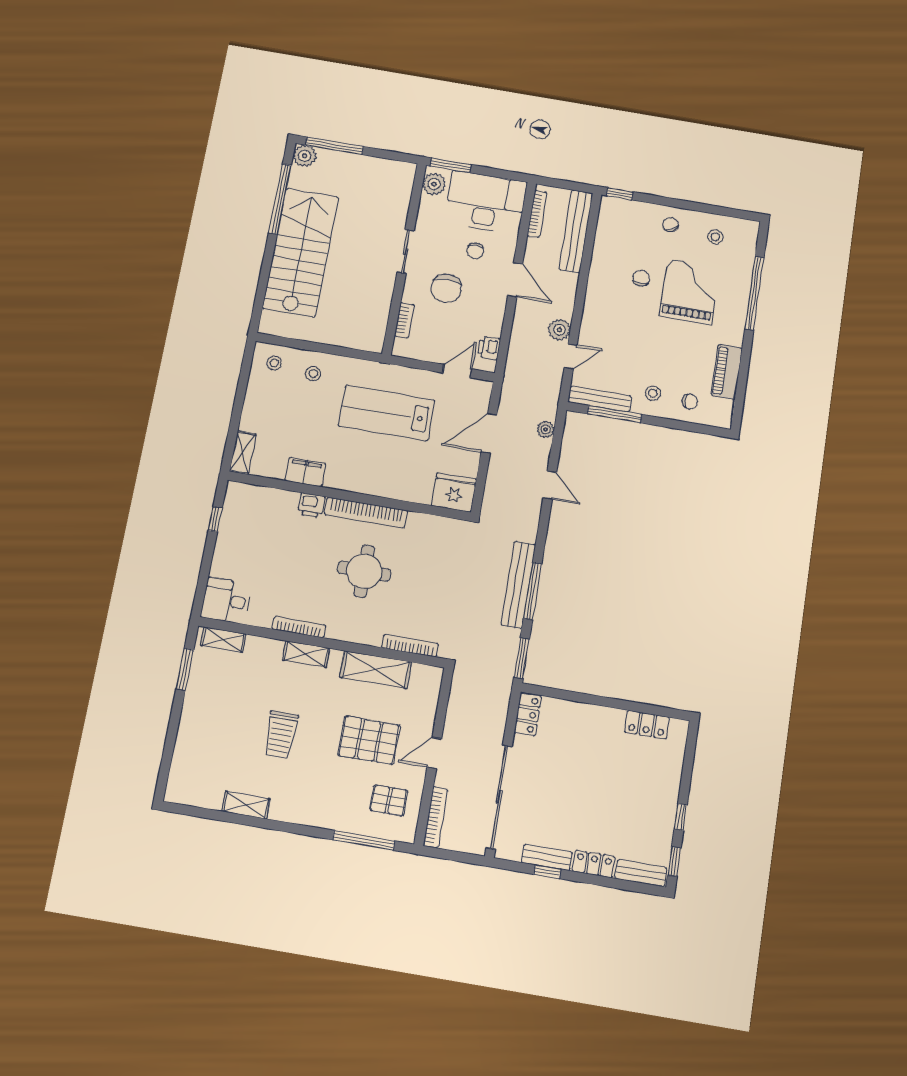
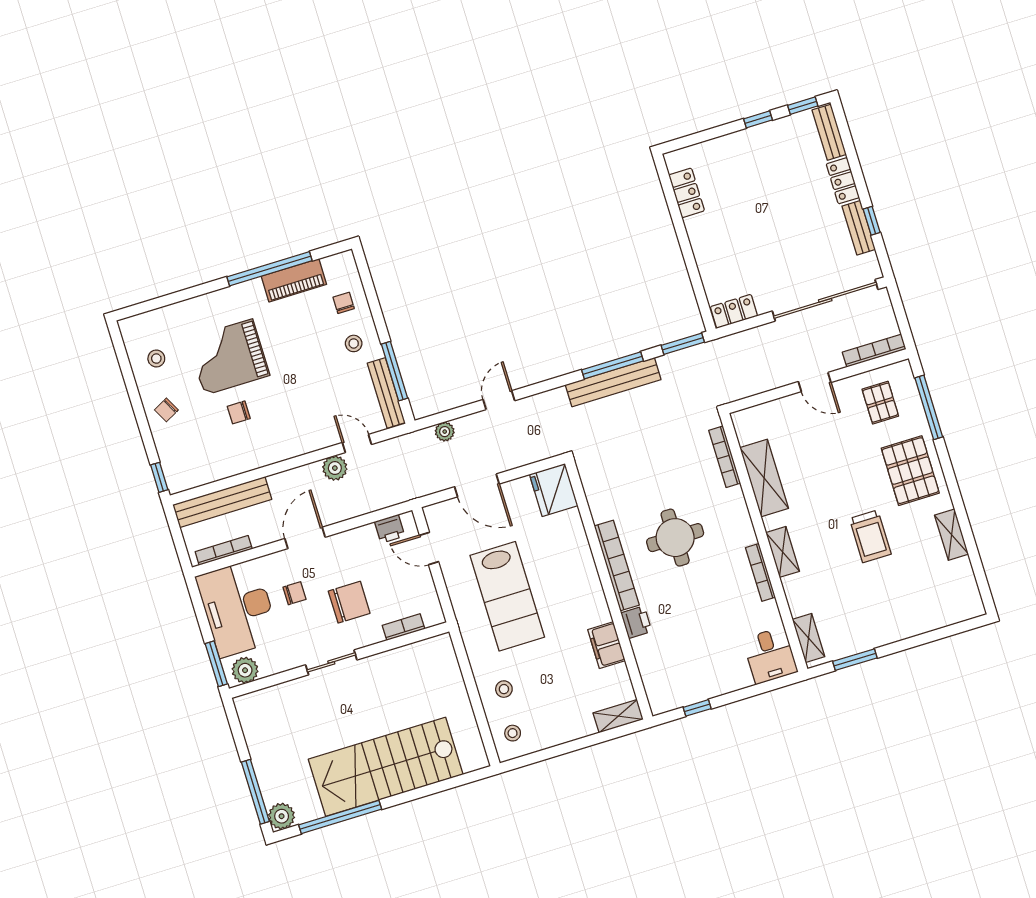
window: (754, 293) -> (270, 269), moved
trolley: (281, 735) -> (870, 536), turned 90
pallet: (369, 740) -> (910, 471), moved

